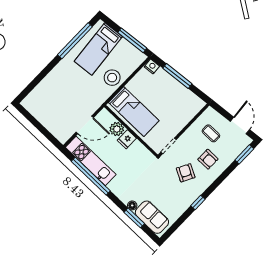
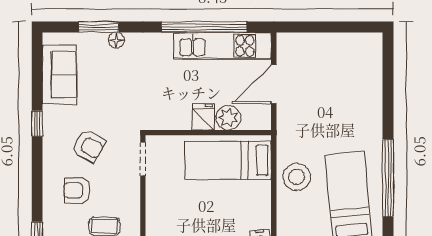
sofa: (152, 217) -> (59, 75), moved, turned -90

